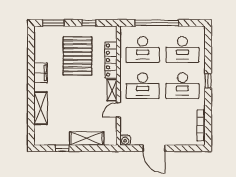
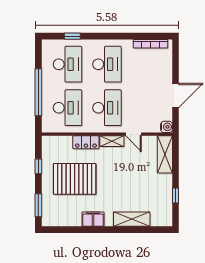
locker: (111, 60) -> (86, 142), width x0.66
window: (208, 81) -> (72, 36), moved
shelving: (87, 138) -> (165, 154), moved

